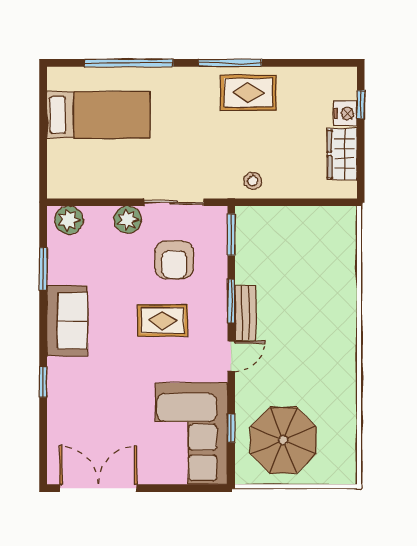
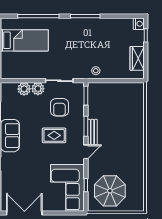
rug: (248, 93) -> (94, 30), removed
nightstand: (345, 113) -> (139, 24), moved
plant: (69, 220) -> (24, 89), moved

